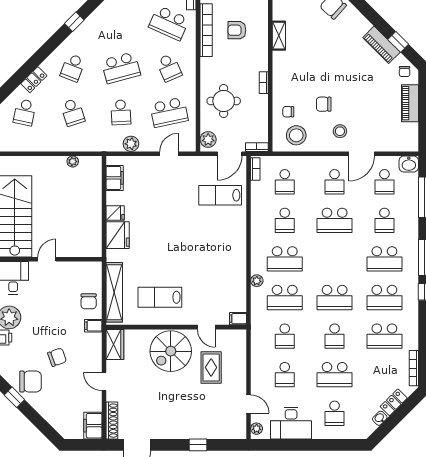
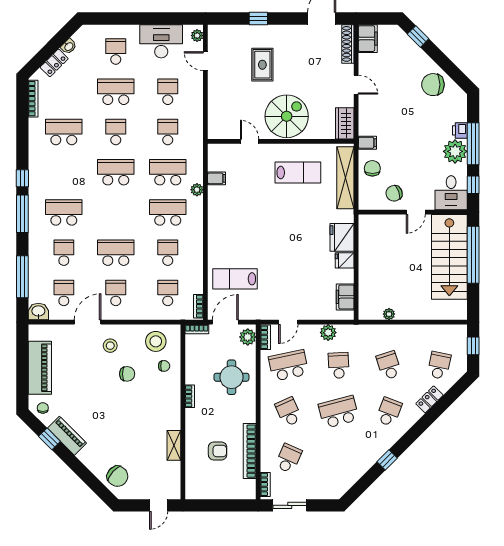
school desk: (169, 23) -> (288, 458), width x0.54
piano: (410, 103) -> (40, 368), width x1.37, depth x1.33
bookcase: (191, 139) -> (265, 337), added
lab bench: (220, 195) -> (235, 279), turned 180
school desk: (384, 297) -> (64, 172), removed
filing cabinet: (238, 319) -> (217, 178), moved
chair: (57, 357) -> (394, 193), moved
rug: (211, 367) -> (262, 65), moved
window: (14, 397) -> (418, 36), moved

